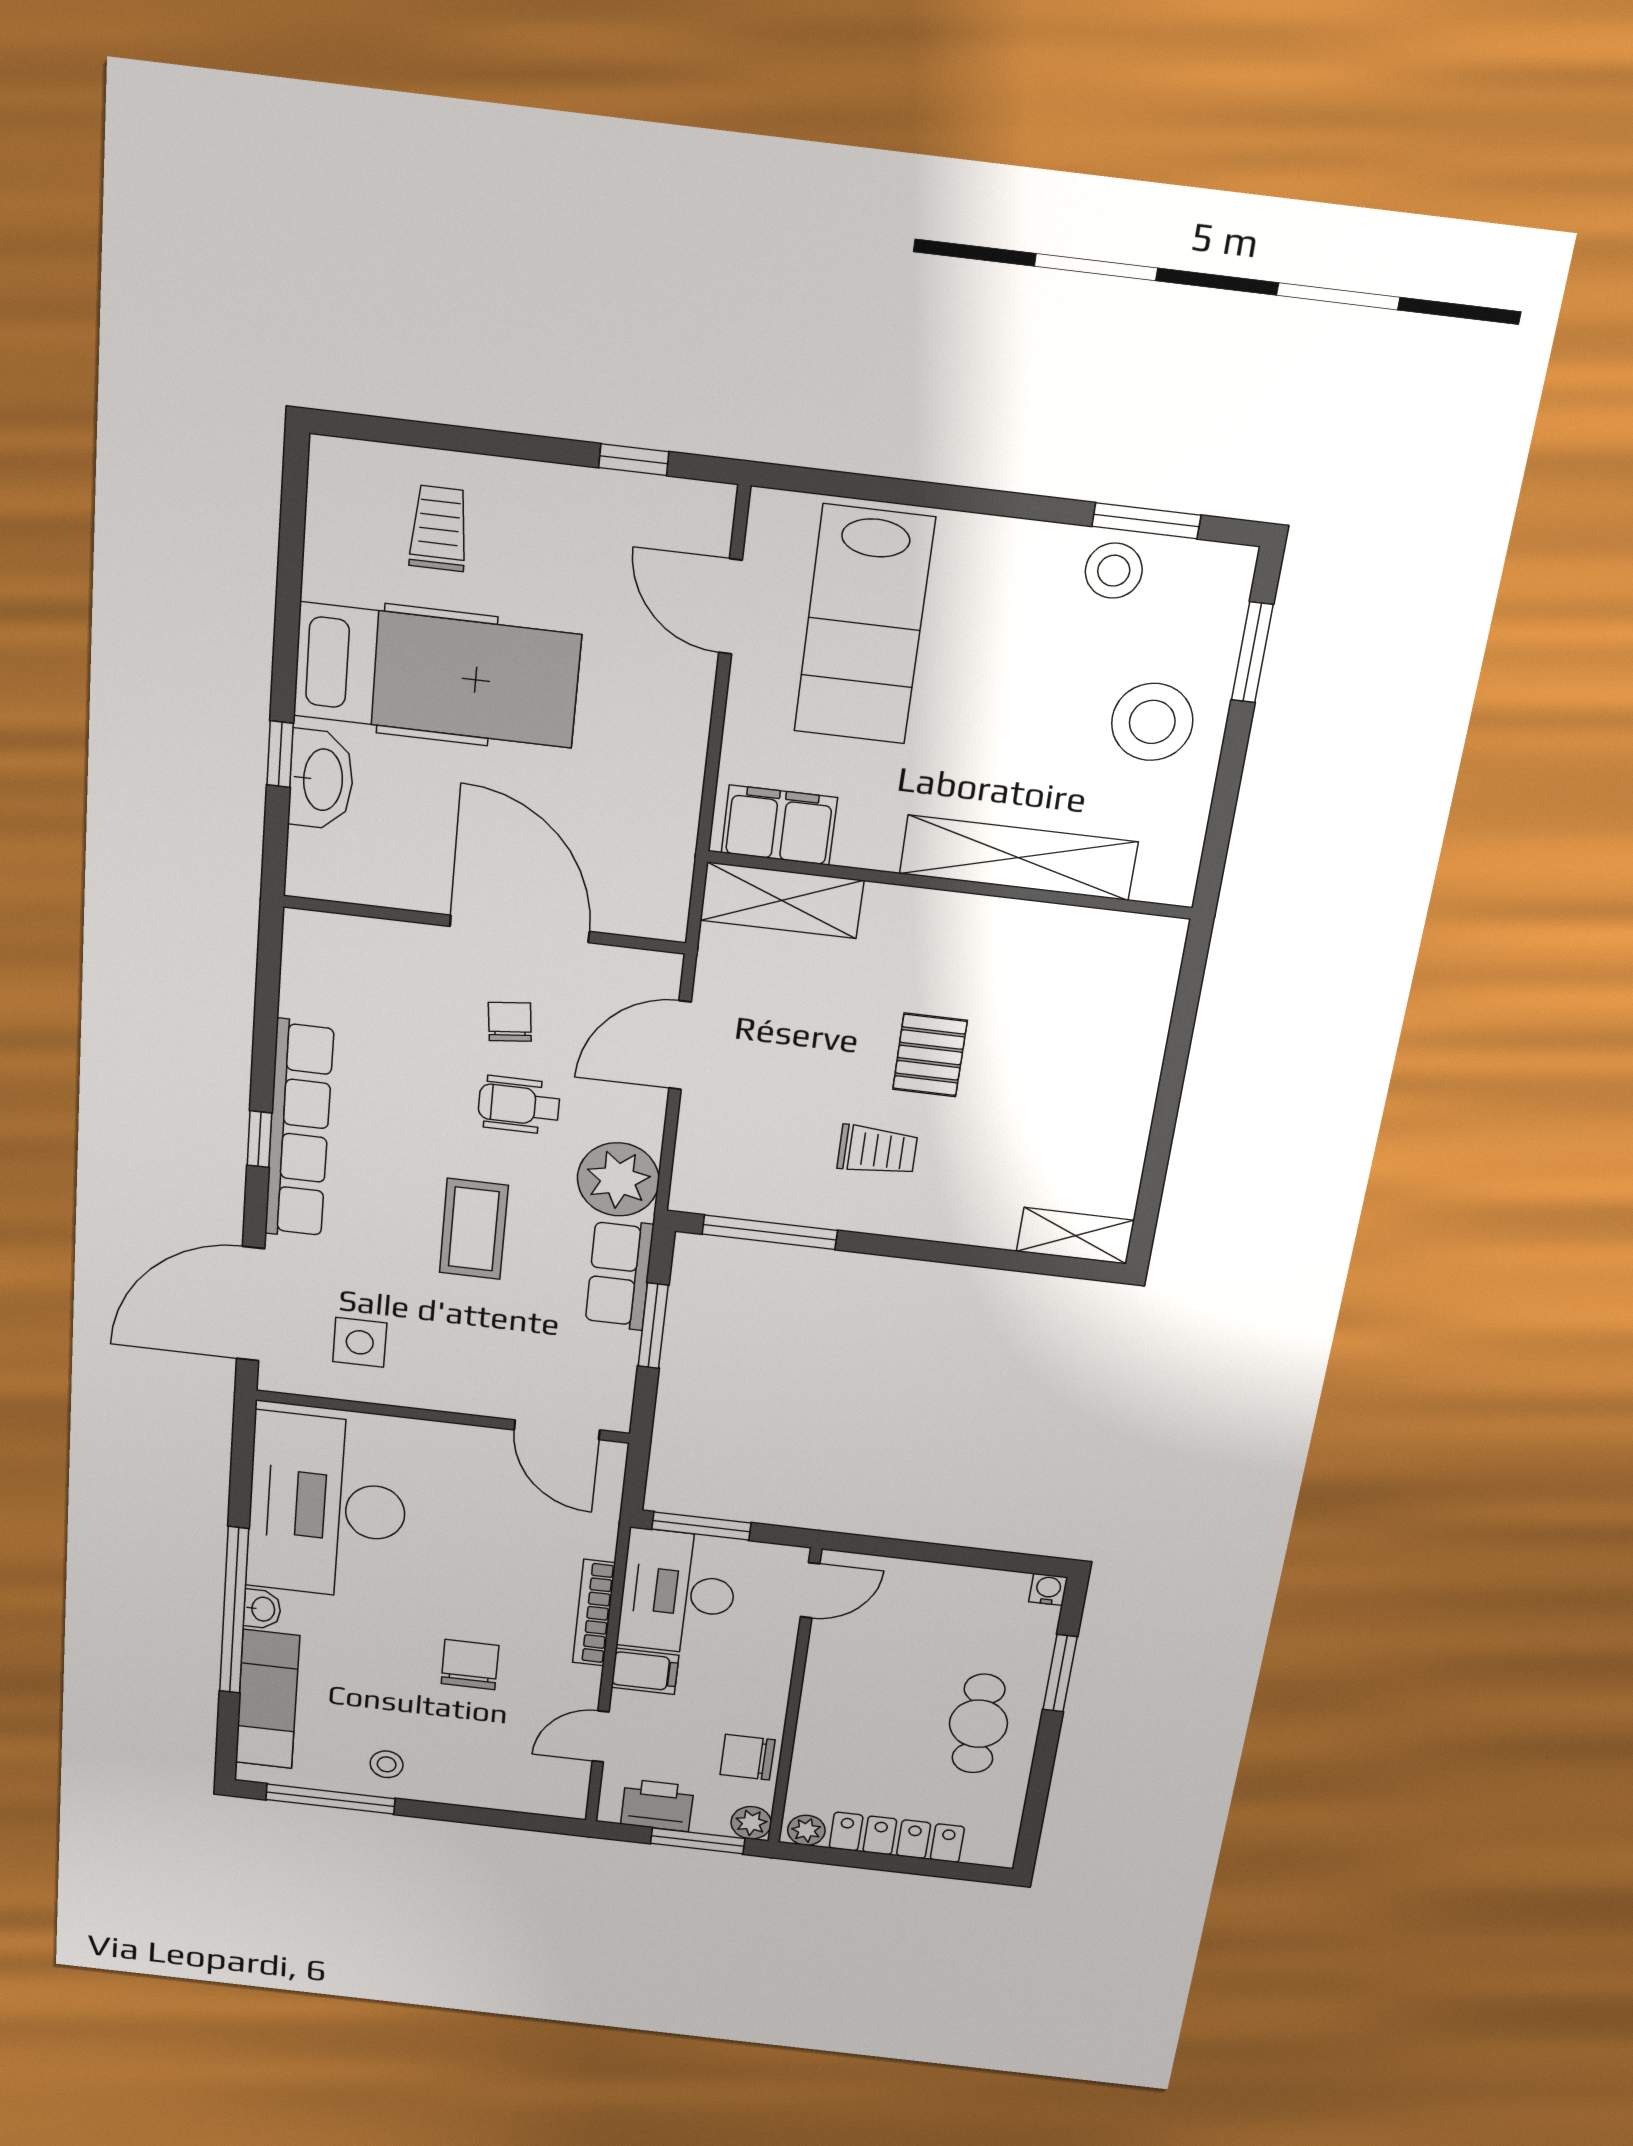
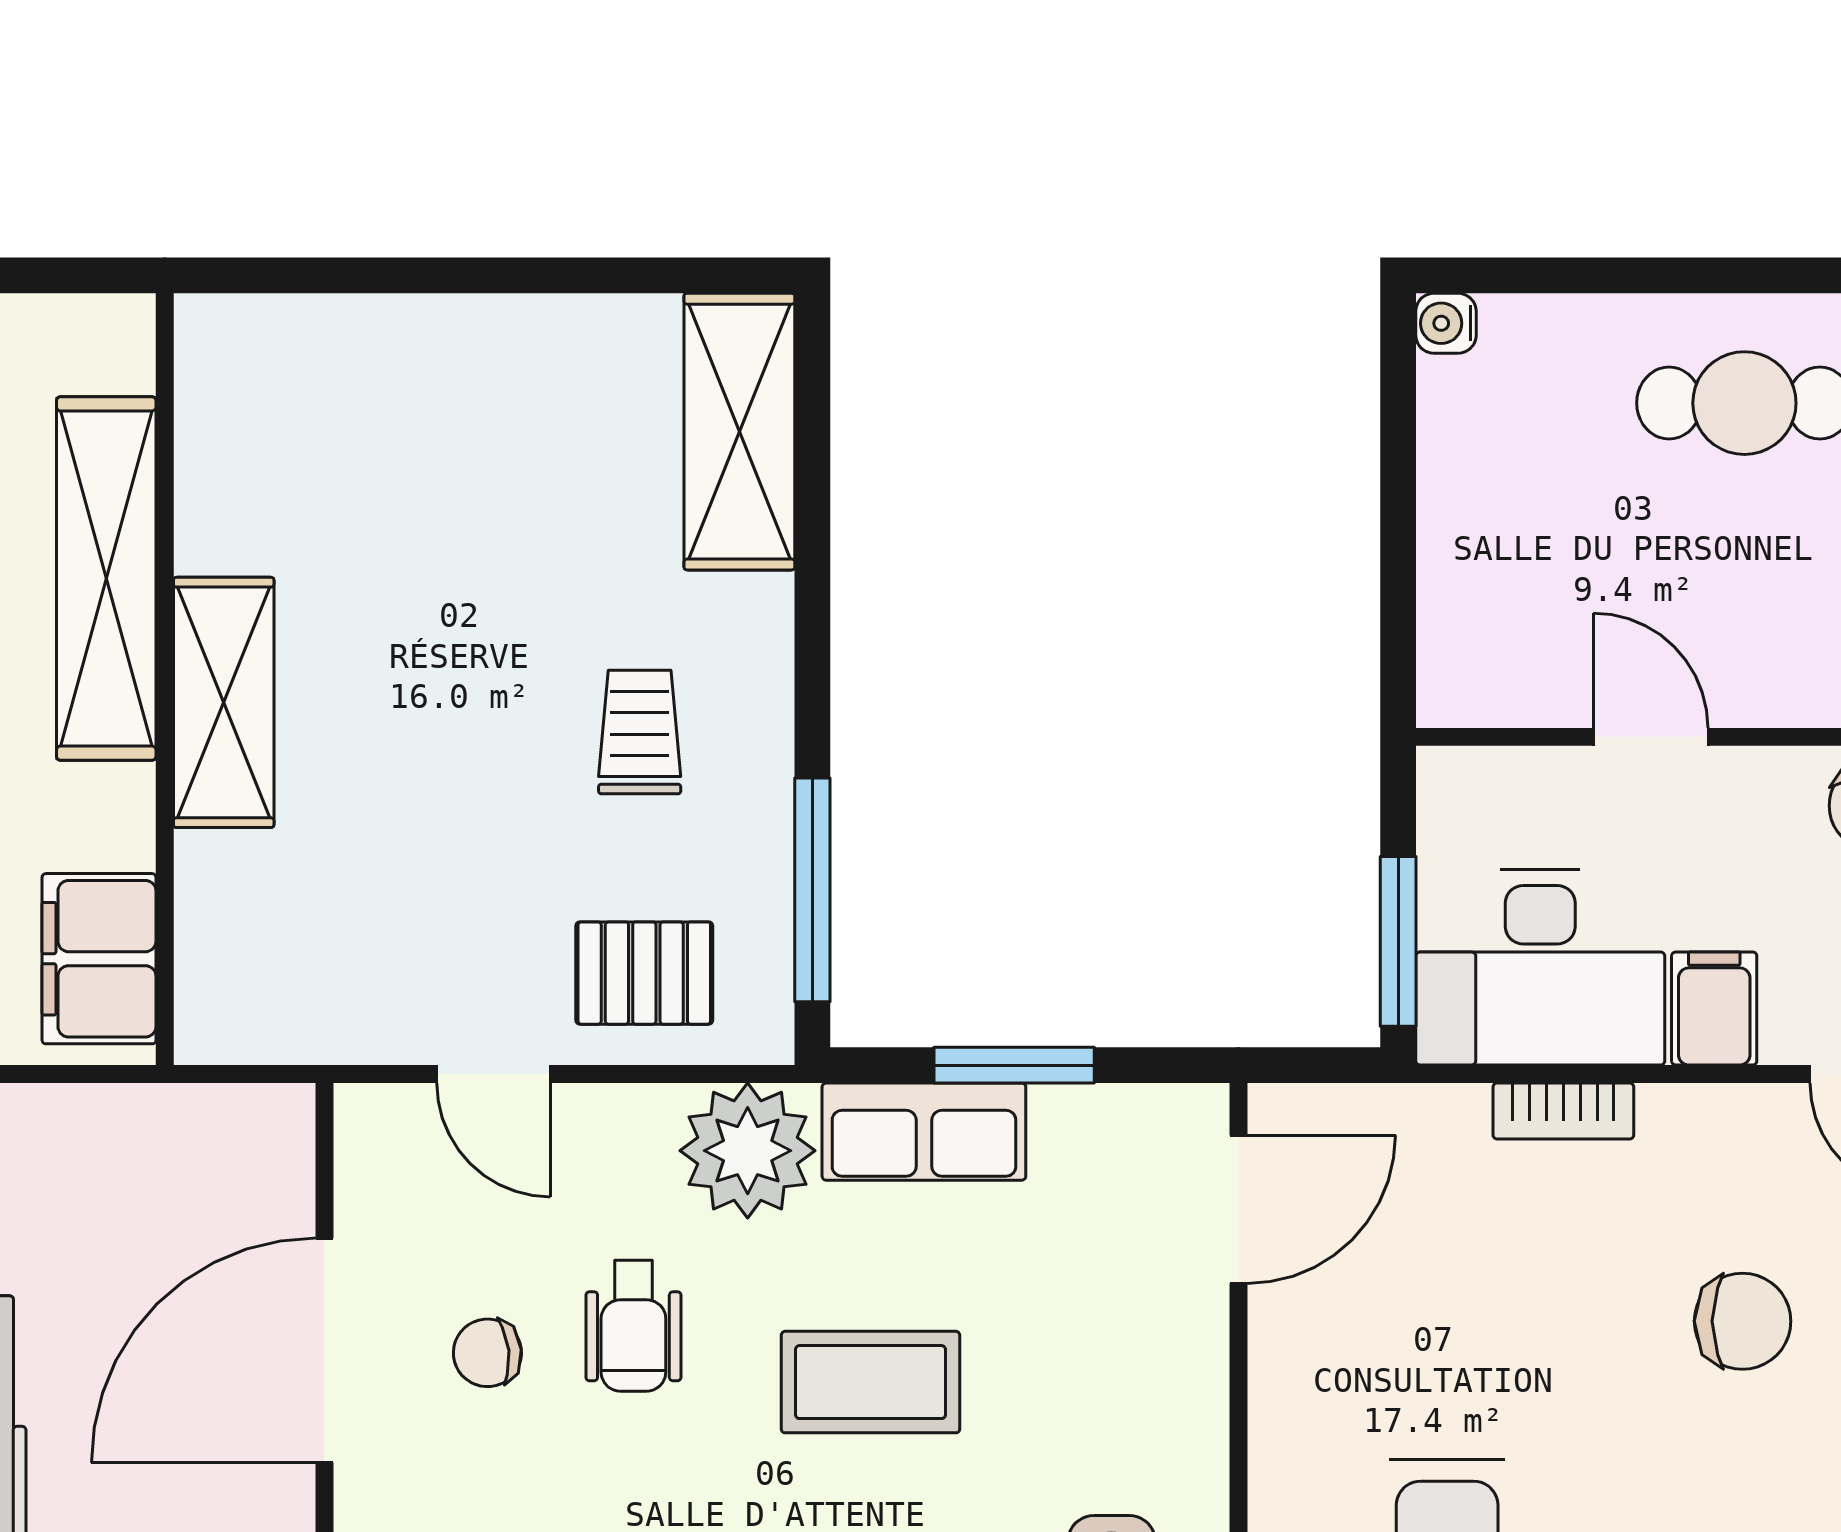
shelving: (782, 900) -> (224, 702), moved
door: (680, 1045) -> (494, 1074), width x0.73
pallet: (930, 1055) -> (644, 973), moved
shelving: (1075, 1236) -> (739, 432), width x1.50, depth x1.33
door: (810, 1590) -> (1651, 737), moved
bookcase: (594, 1613) -> (1563, 1111), width x0.64
chair: (470, 1665) -> (1743, 1321), turned 180
window: (1060, 1673) -> (1617, 275), removed

